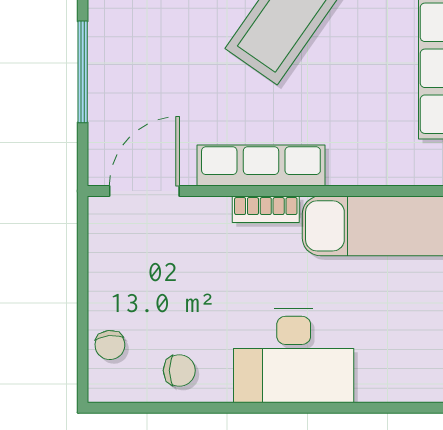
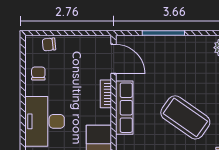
bookcase: (266, 209) -> (106, 94), moved
chair: (179, 370) -> (38, 74), turned 180

